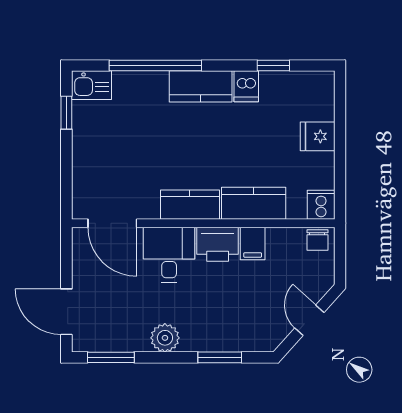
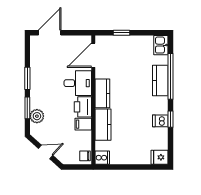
window: (273, 66) -> (171, 119), moved
kitchen counter: (201, 86) -> (160, 80), moved
window: (66, 113) -> (121, 33), moved
fridge: (318, 136) -> (160, 157), moved, turned -90
plant: (165, 338) -> (37, 116), moved
window: (111, 357) -> (27, 78), moved

